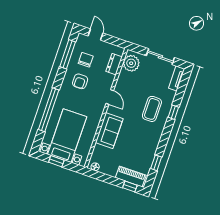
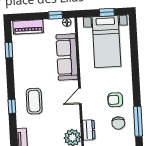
armchair: (80, 81) -> (115, 100), turned -90
door: (110, 97) -> (80, 96), hinge flipped
window: (49, 110) -> (135, 60), removed
sofa: (109, 131) -> (67, 57), width x1.36
window: (130, 186) -> (56, 15), moved

